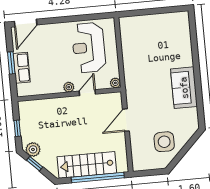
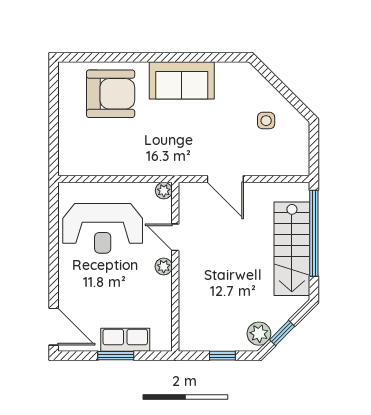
armchair: (172, 45) -> (111, 94), added
side table: (164, 142) -> (266, 121), width x0.54, depth x0.54

